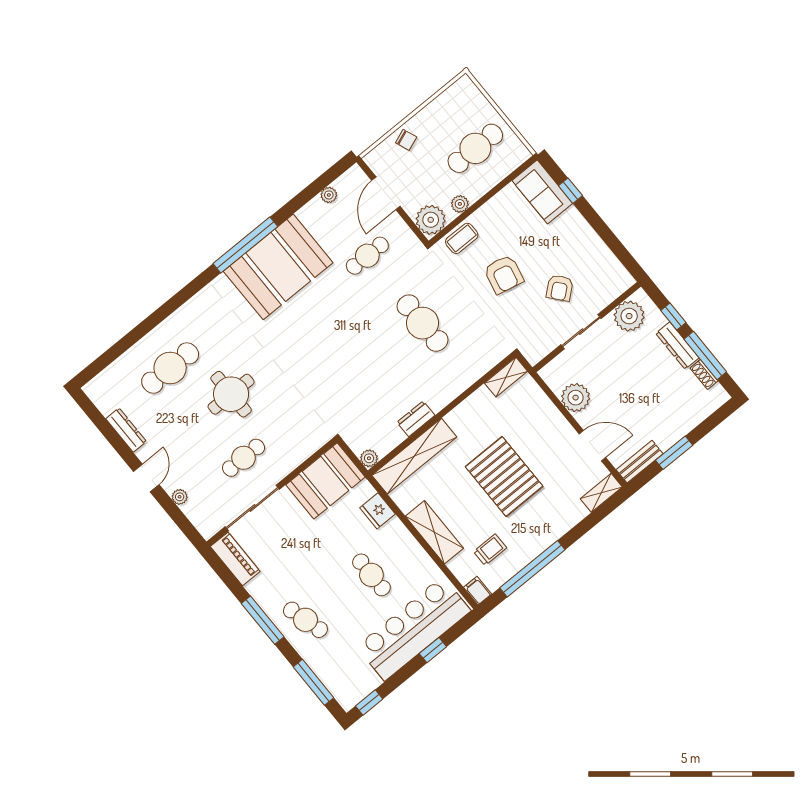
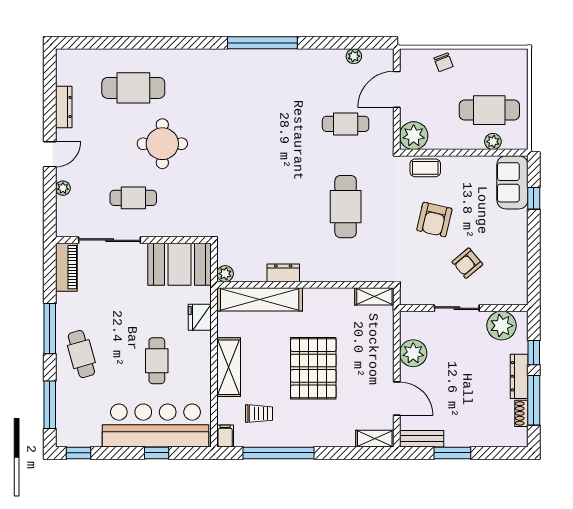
plant: (460, 204) -> (493, 142), moved
booth: (278, 267) -> (273, 79), removed

